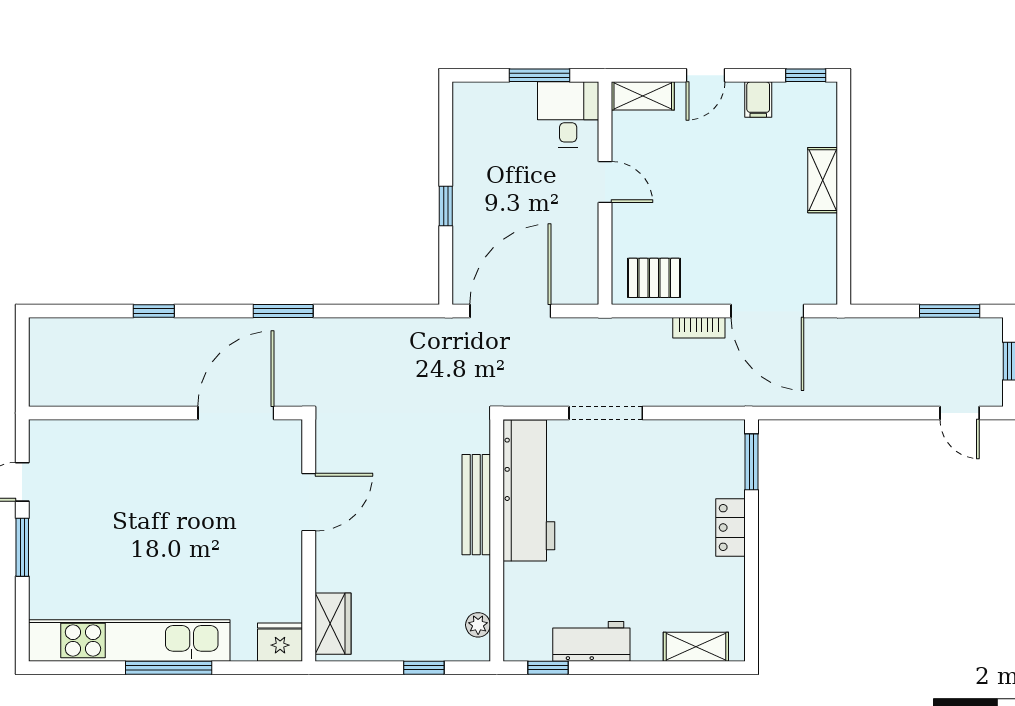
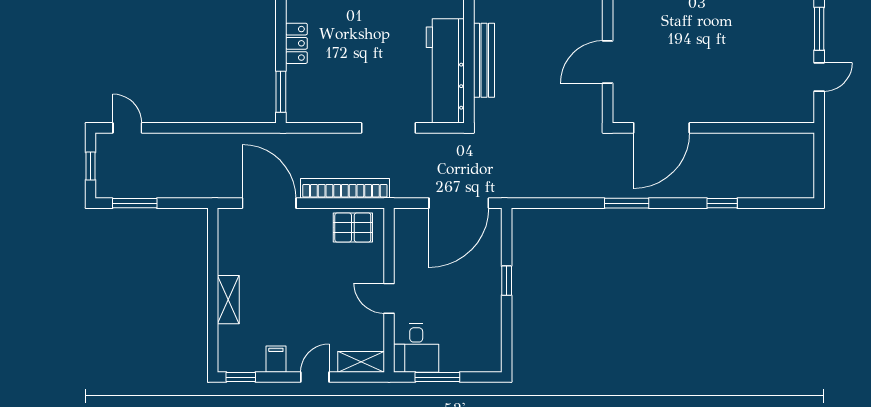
bookcase: (699, 328) -> (345, 188), width x2.31, depth x1.31

